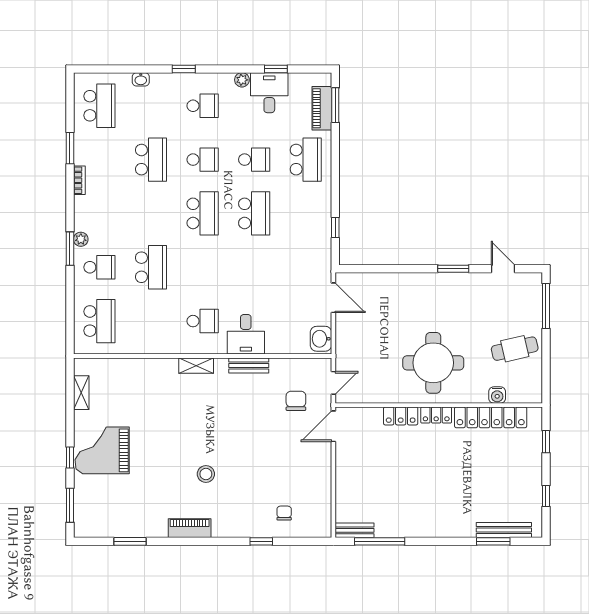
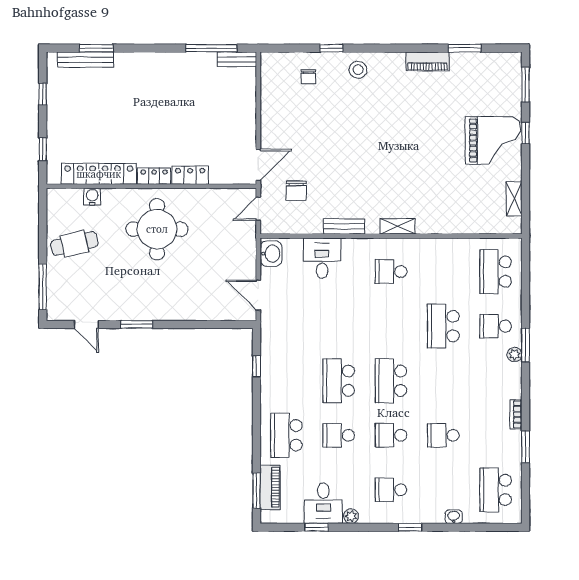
school desk: (151, 160) -> (443, 435), width x0.54
desk: (246, 334) -> (322, 258), moved
stool: (206, 474) -> (358, 70), moved
piano: (190, 528) -> (428, 61), moved

